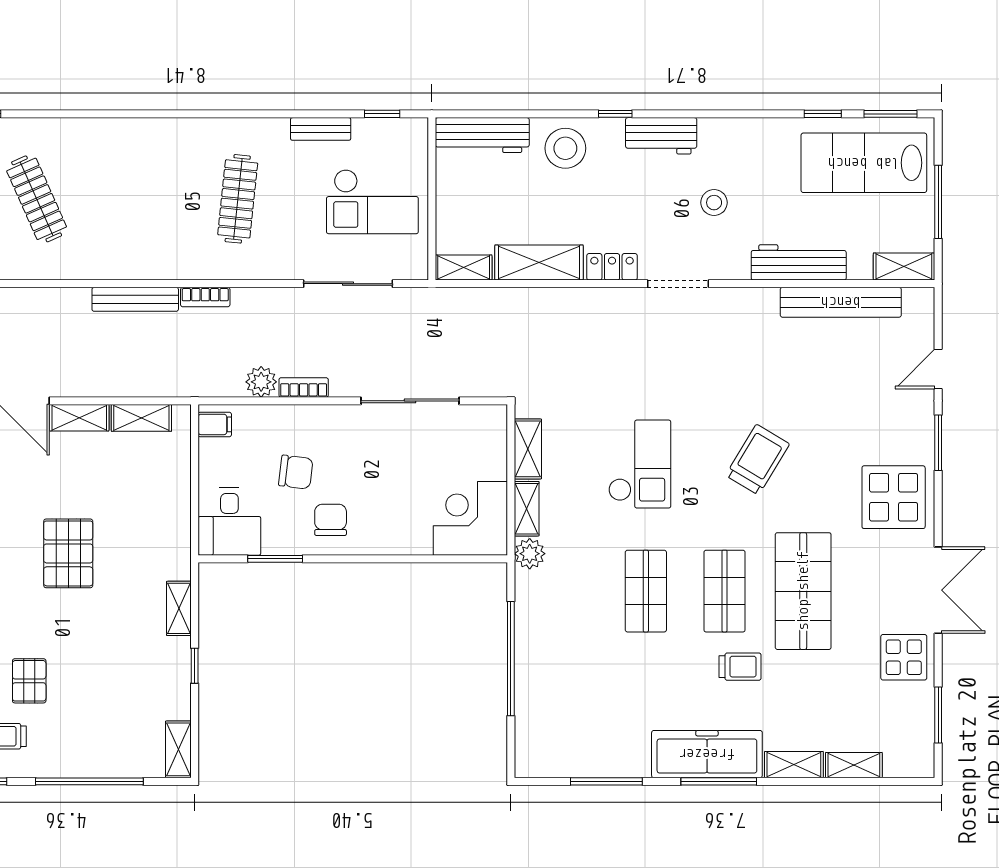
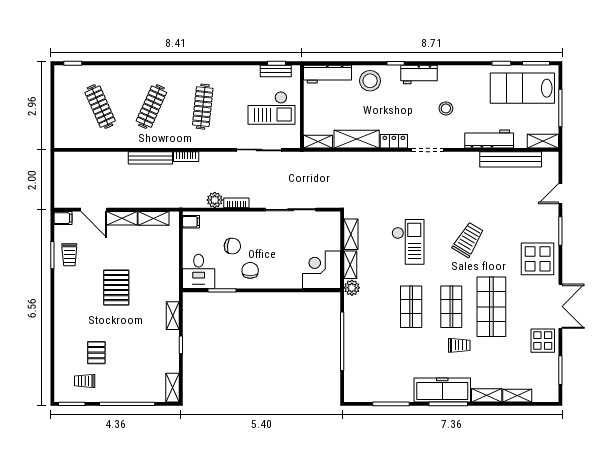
bench: (321, 129) -> (276, 71), moved
clothes rail: (137, 199) -> (151, 107), added

